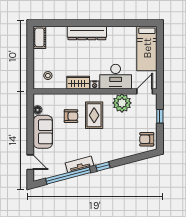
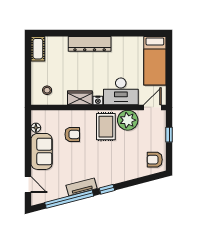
rug: (94, 115) -> (106, 127), moved

